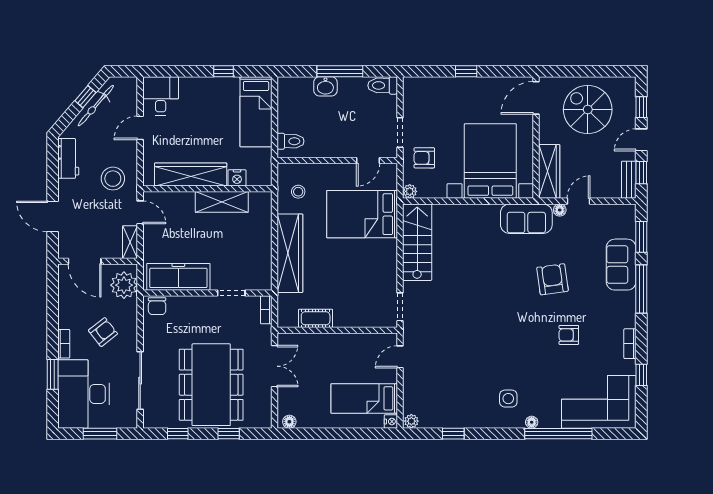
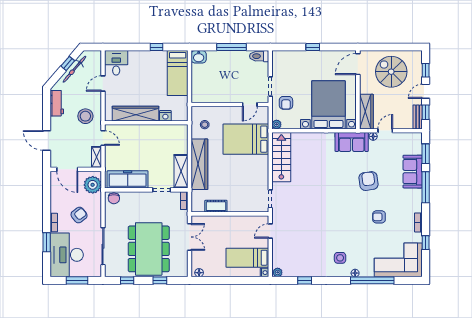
washbasin: (325, 86) -> (199, 57), moved
toilet: (291, 141) -> (200, 92), removed
armchair: (424, 158) -> (286, 103), turned -90
shelving: (222, 202) -> (181, 171), moved, turned 90

